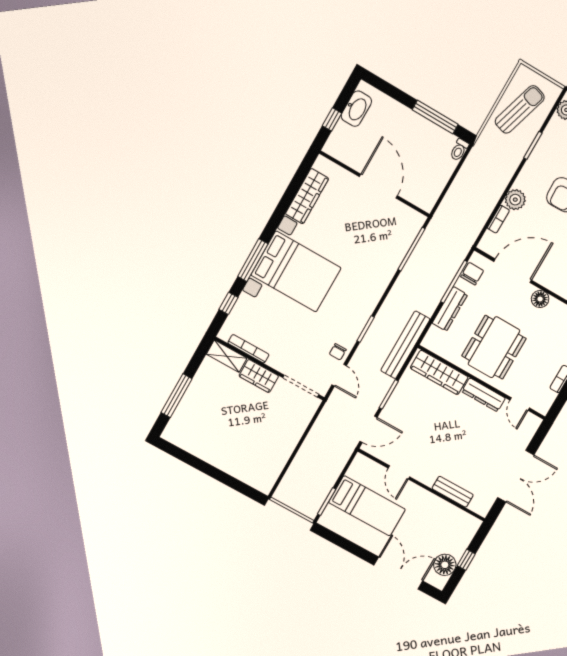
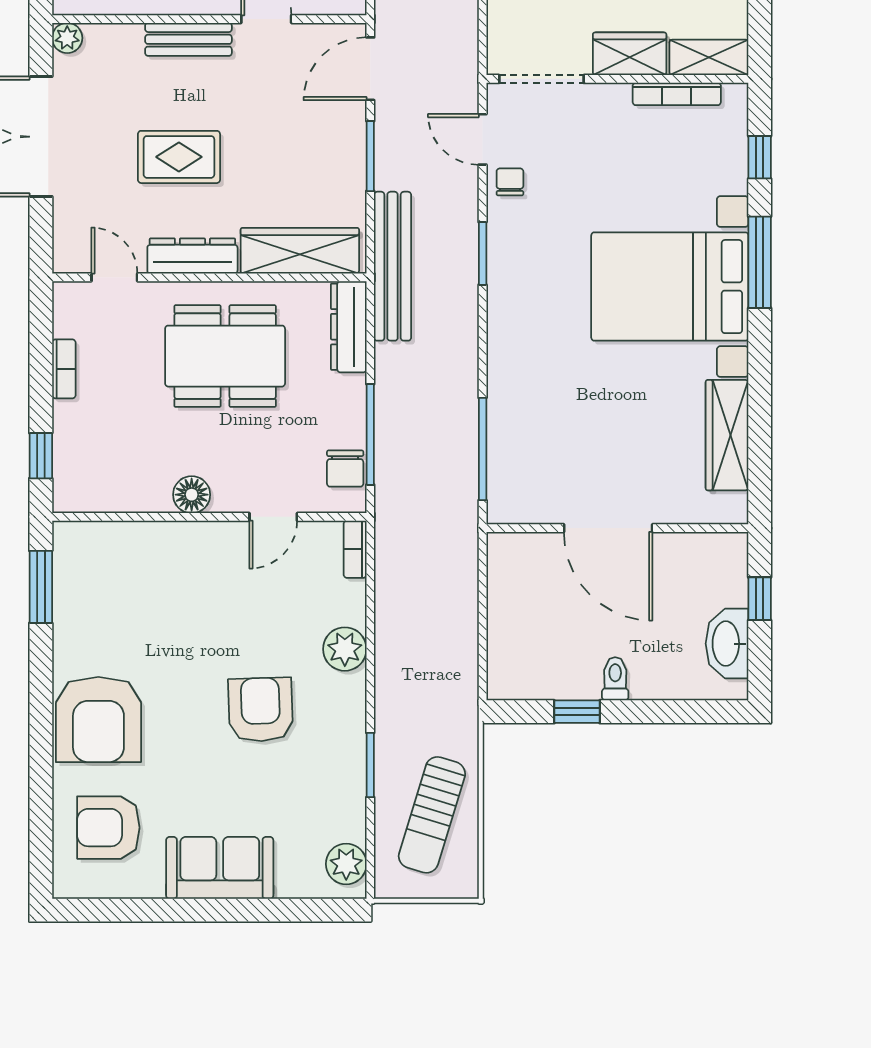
window: (435, 117) -> (577, 712), width x0.46
toilet: (459, 150) -> (615, 679), moved
bookcase: (498, 219) -> (355, 549), moved
door: (513, 271) -> (273, 517), width x0.53
dresser: (450, 309) -> (349, 327), moved
dining table: (494, 347) -> (225, 356), turned 90
rug: (466, 437) -> (179, 157), added
bench: (453, 492) -> (188, 39), moved
plant: (482, 509) -> (67, 38), added

